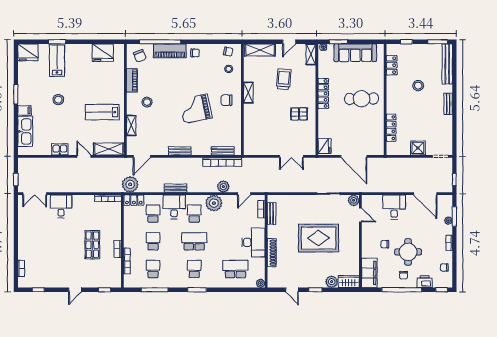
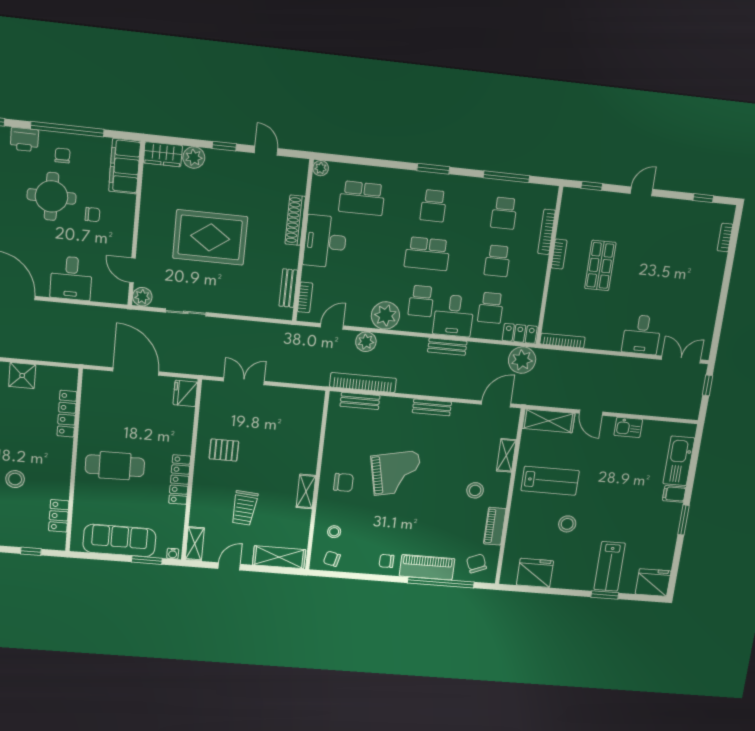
stool: (58, 100) -> (567, 524), moved

